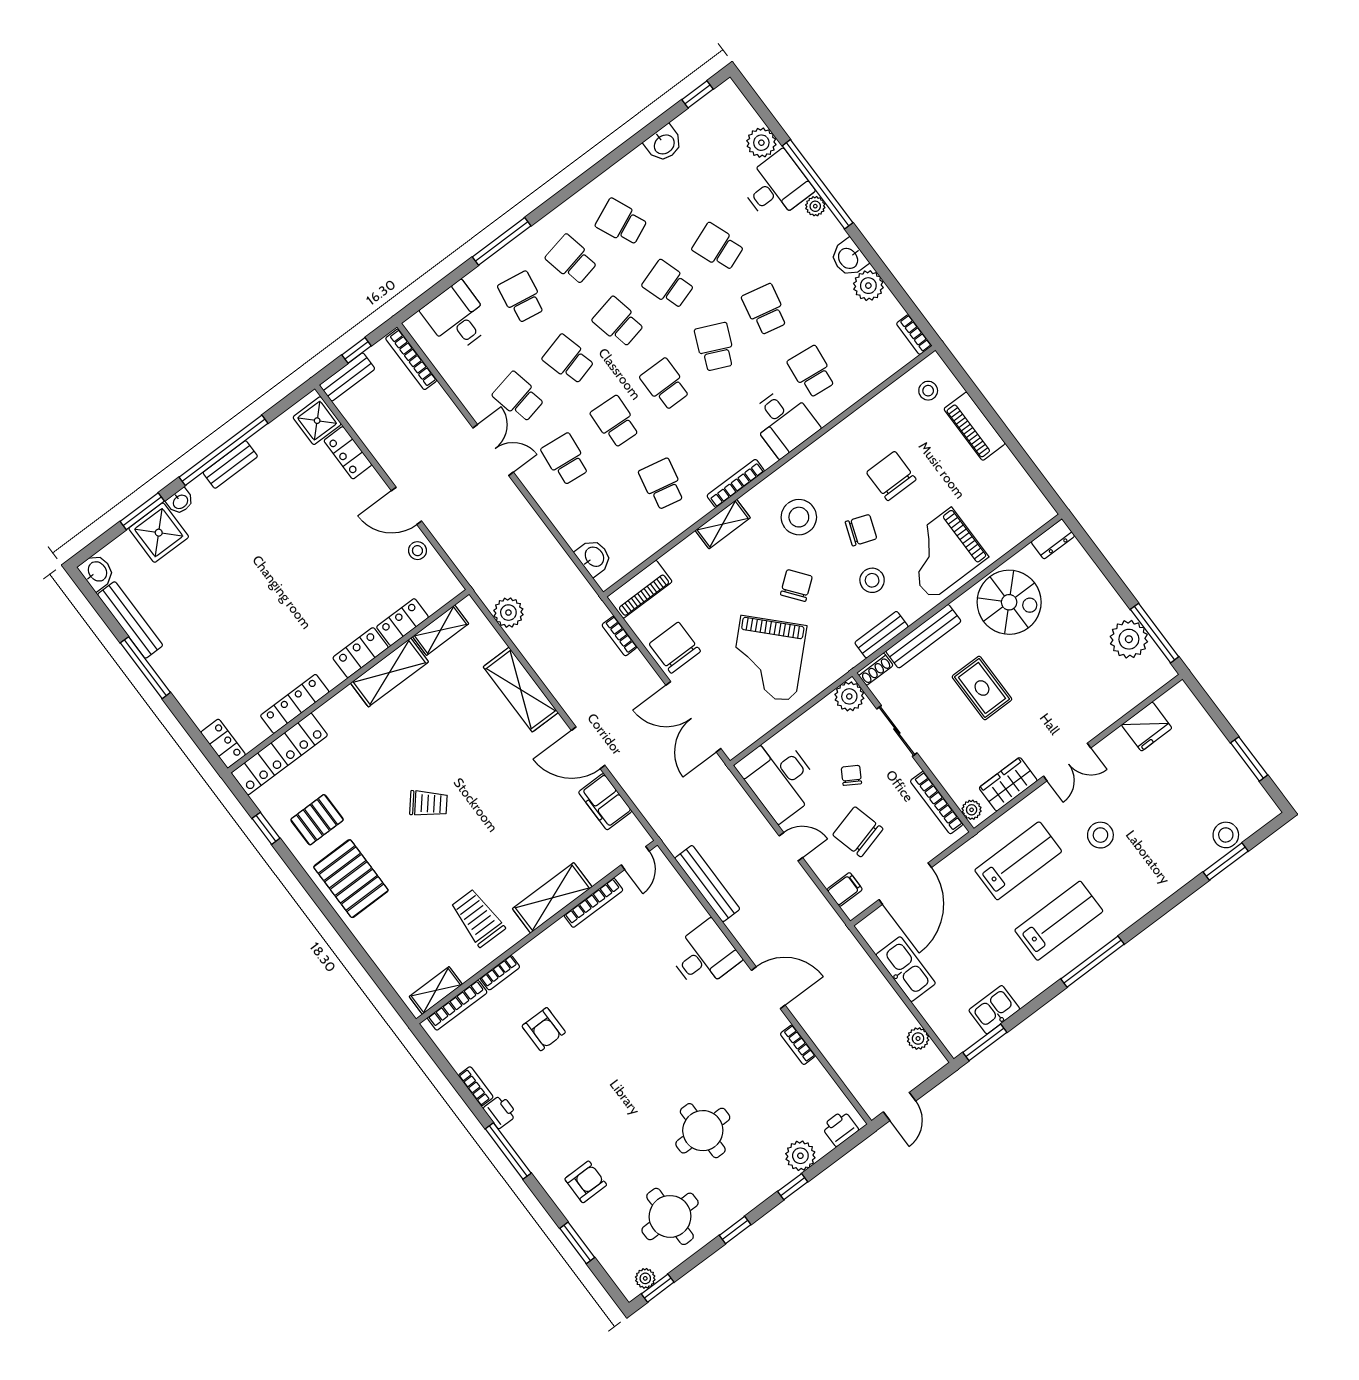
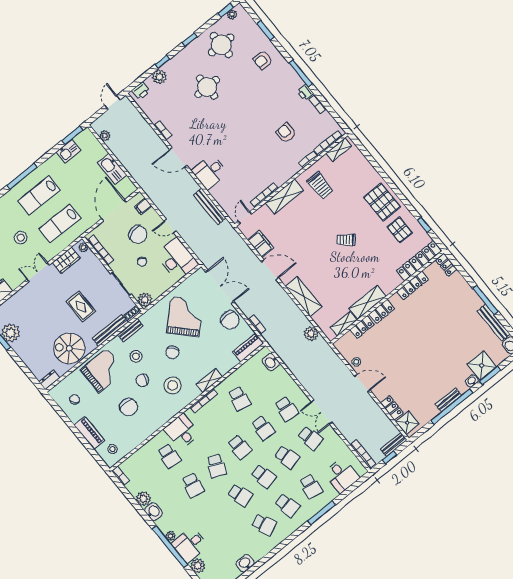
school desk: (718, 247) -> (217, 514), removed
chair: (1002, 496) -> (75, 399), added
pallet: (317, 820) -> (400, 230), turned 90

